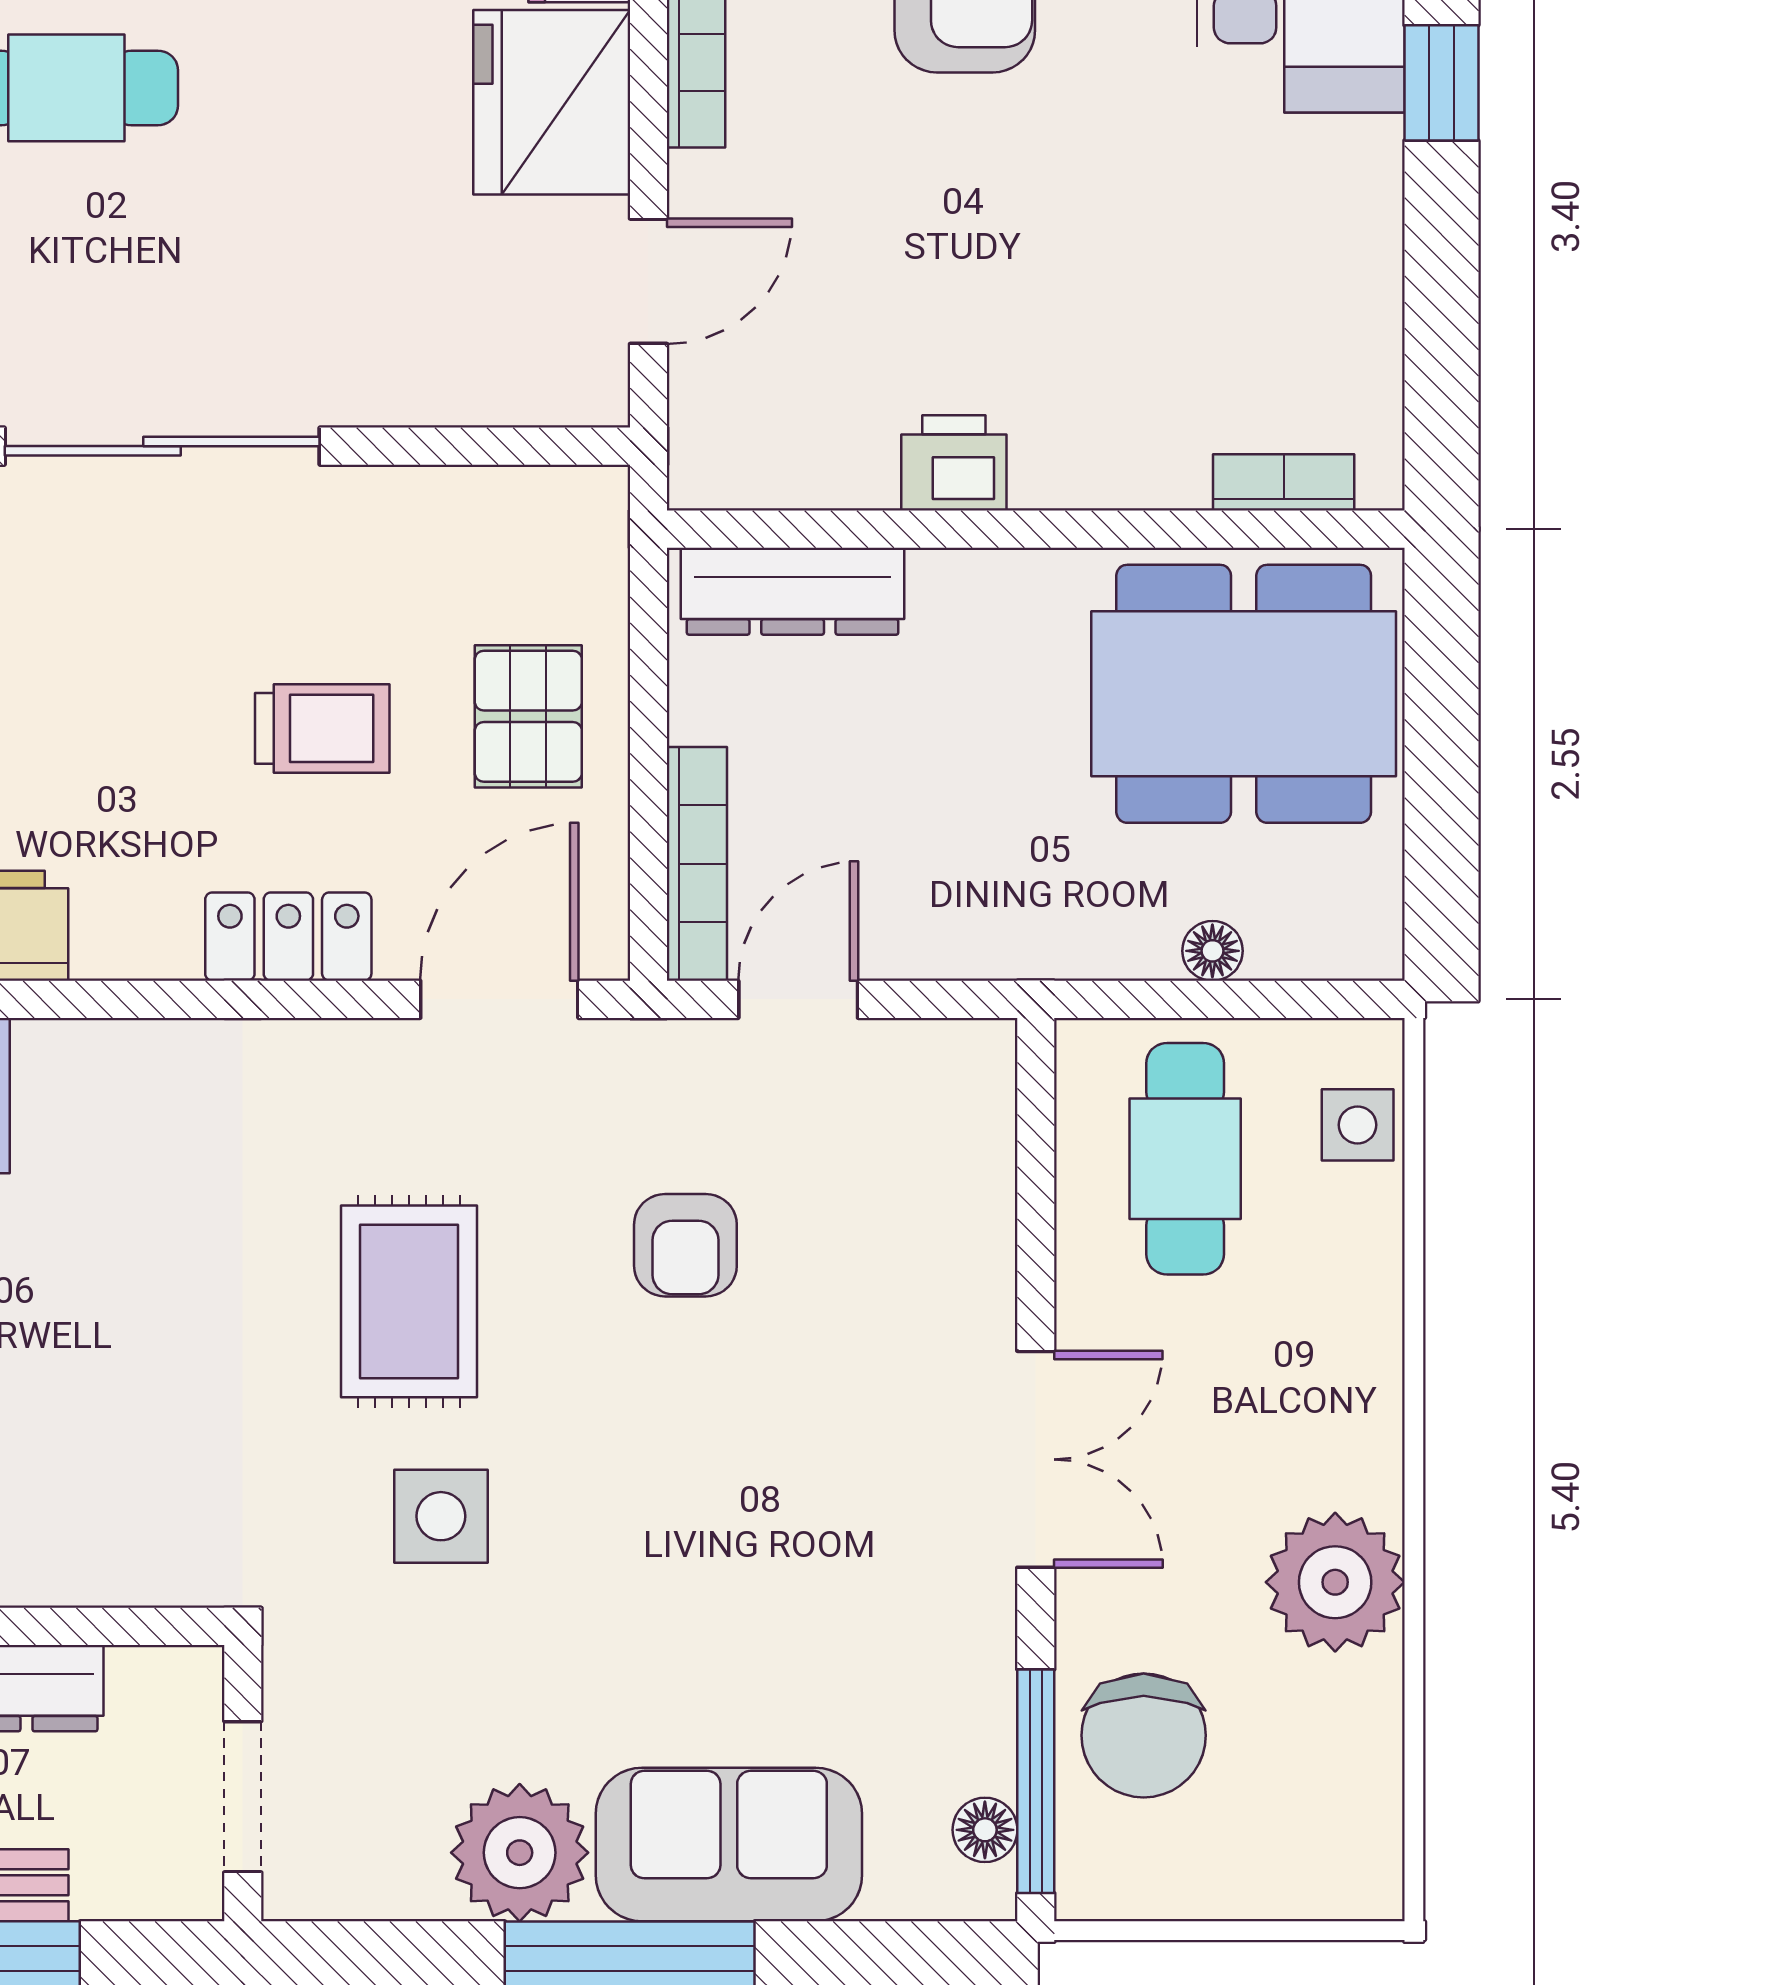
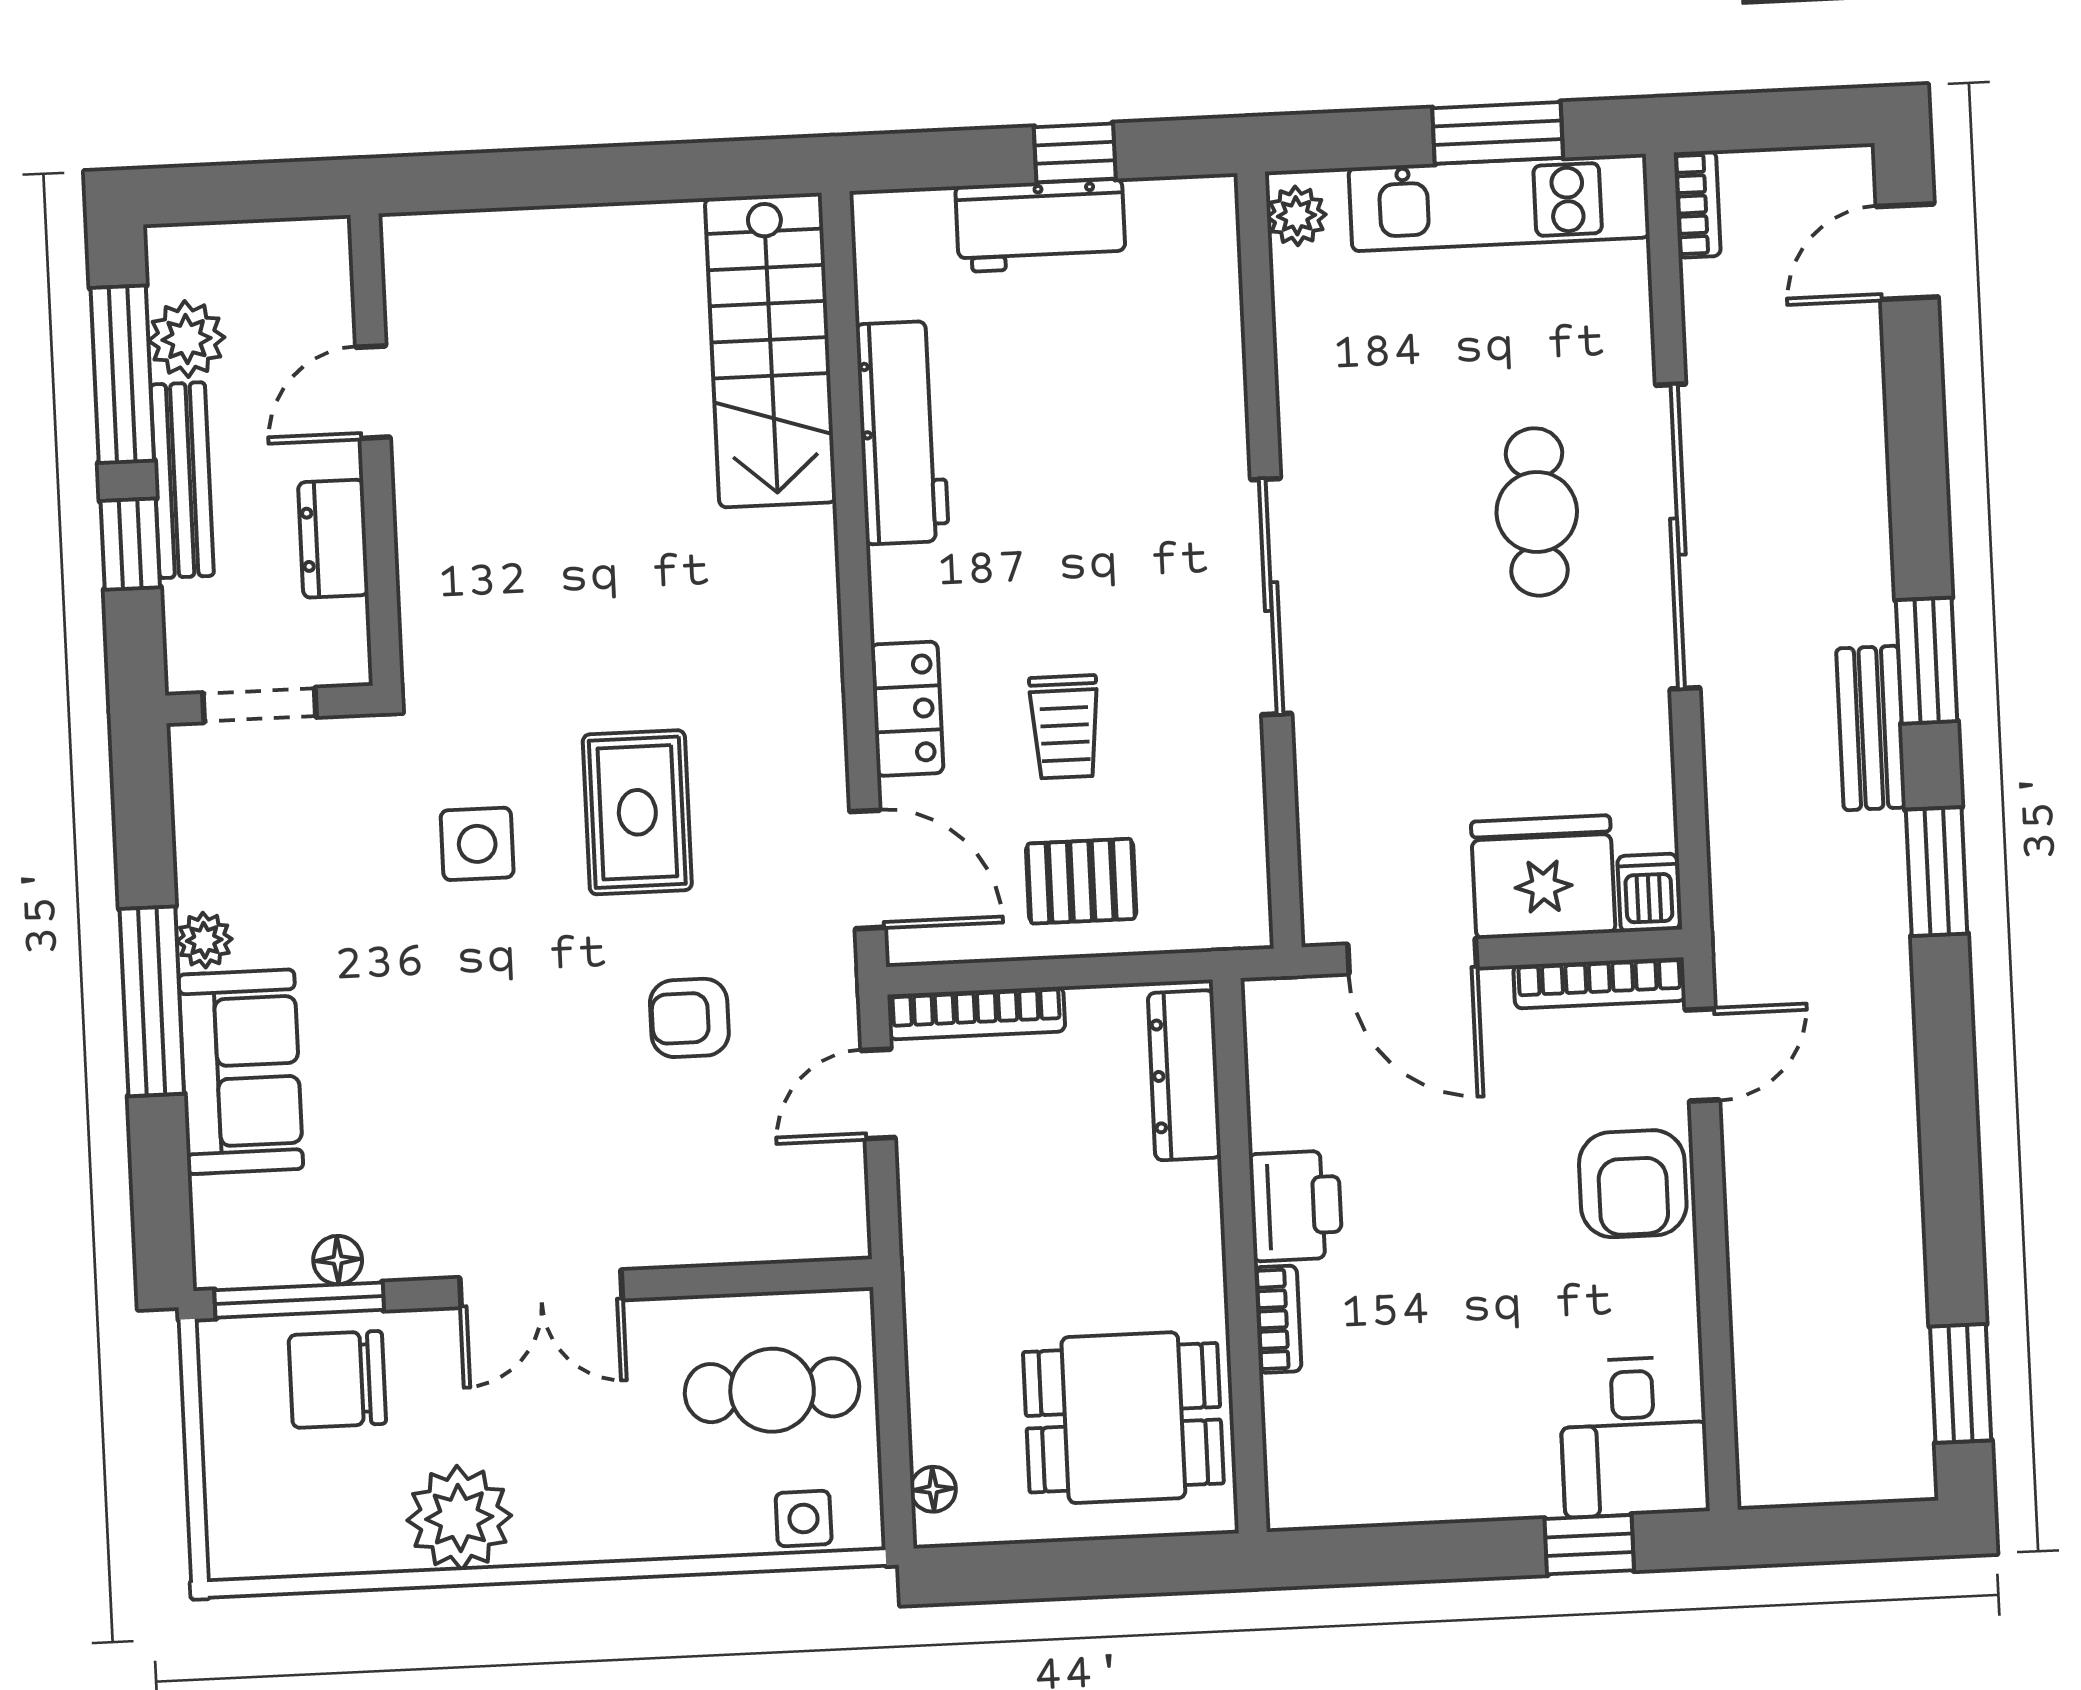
door: (648, 281) -> (1412, 956), width x1.38
printer: (954, 463) -> (1296, 1206), width x1.36, depth x1.24
bookcase: (1284, 482) -> (1278, 1319), moved
dining table: (1244, 694) -> (1123, 1418), width x0.73
floor lamp: (1212, 951) -> (933, 1489), moved
door: (798, 999) -> (878, 1094), swing flipped
rug: (409, 1301) -> (637, 812), turned 90
floor lamp: (985, 1830) -> (338, 1260), moved
plant: (520, 1853) -> (204, 940), width x0.53, depth x0.53

